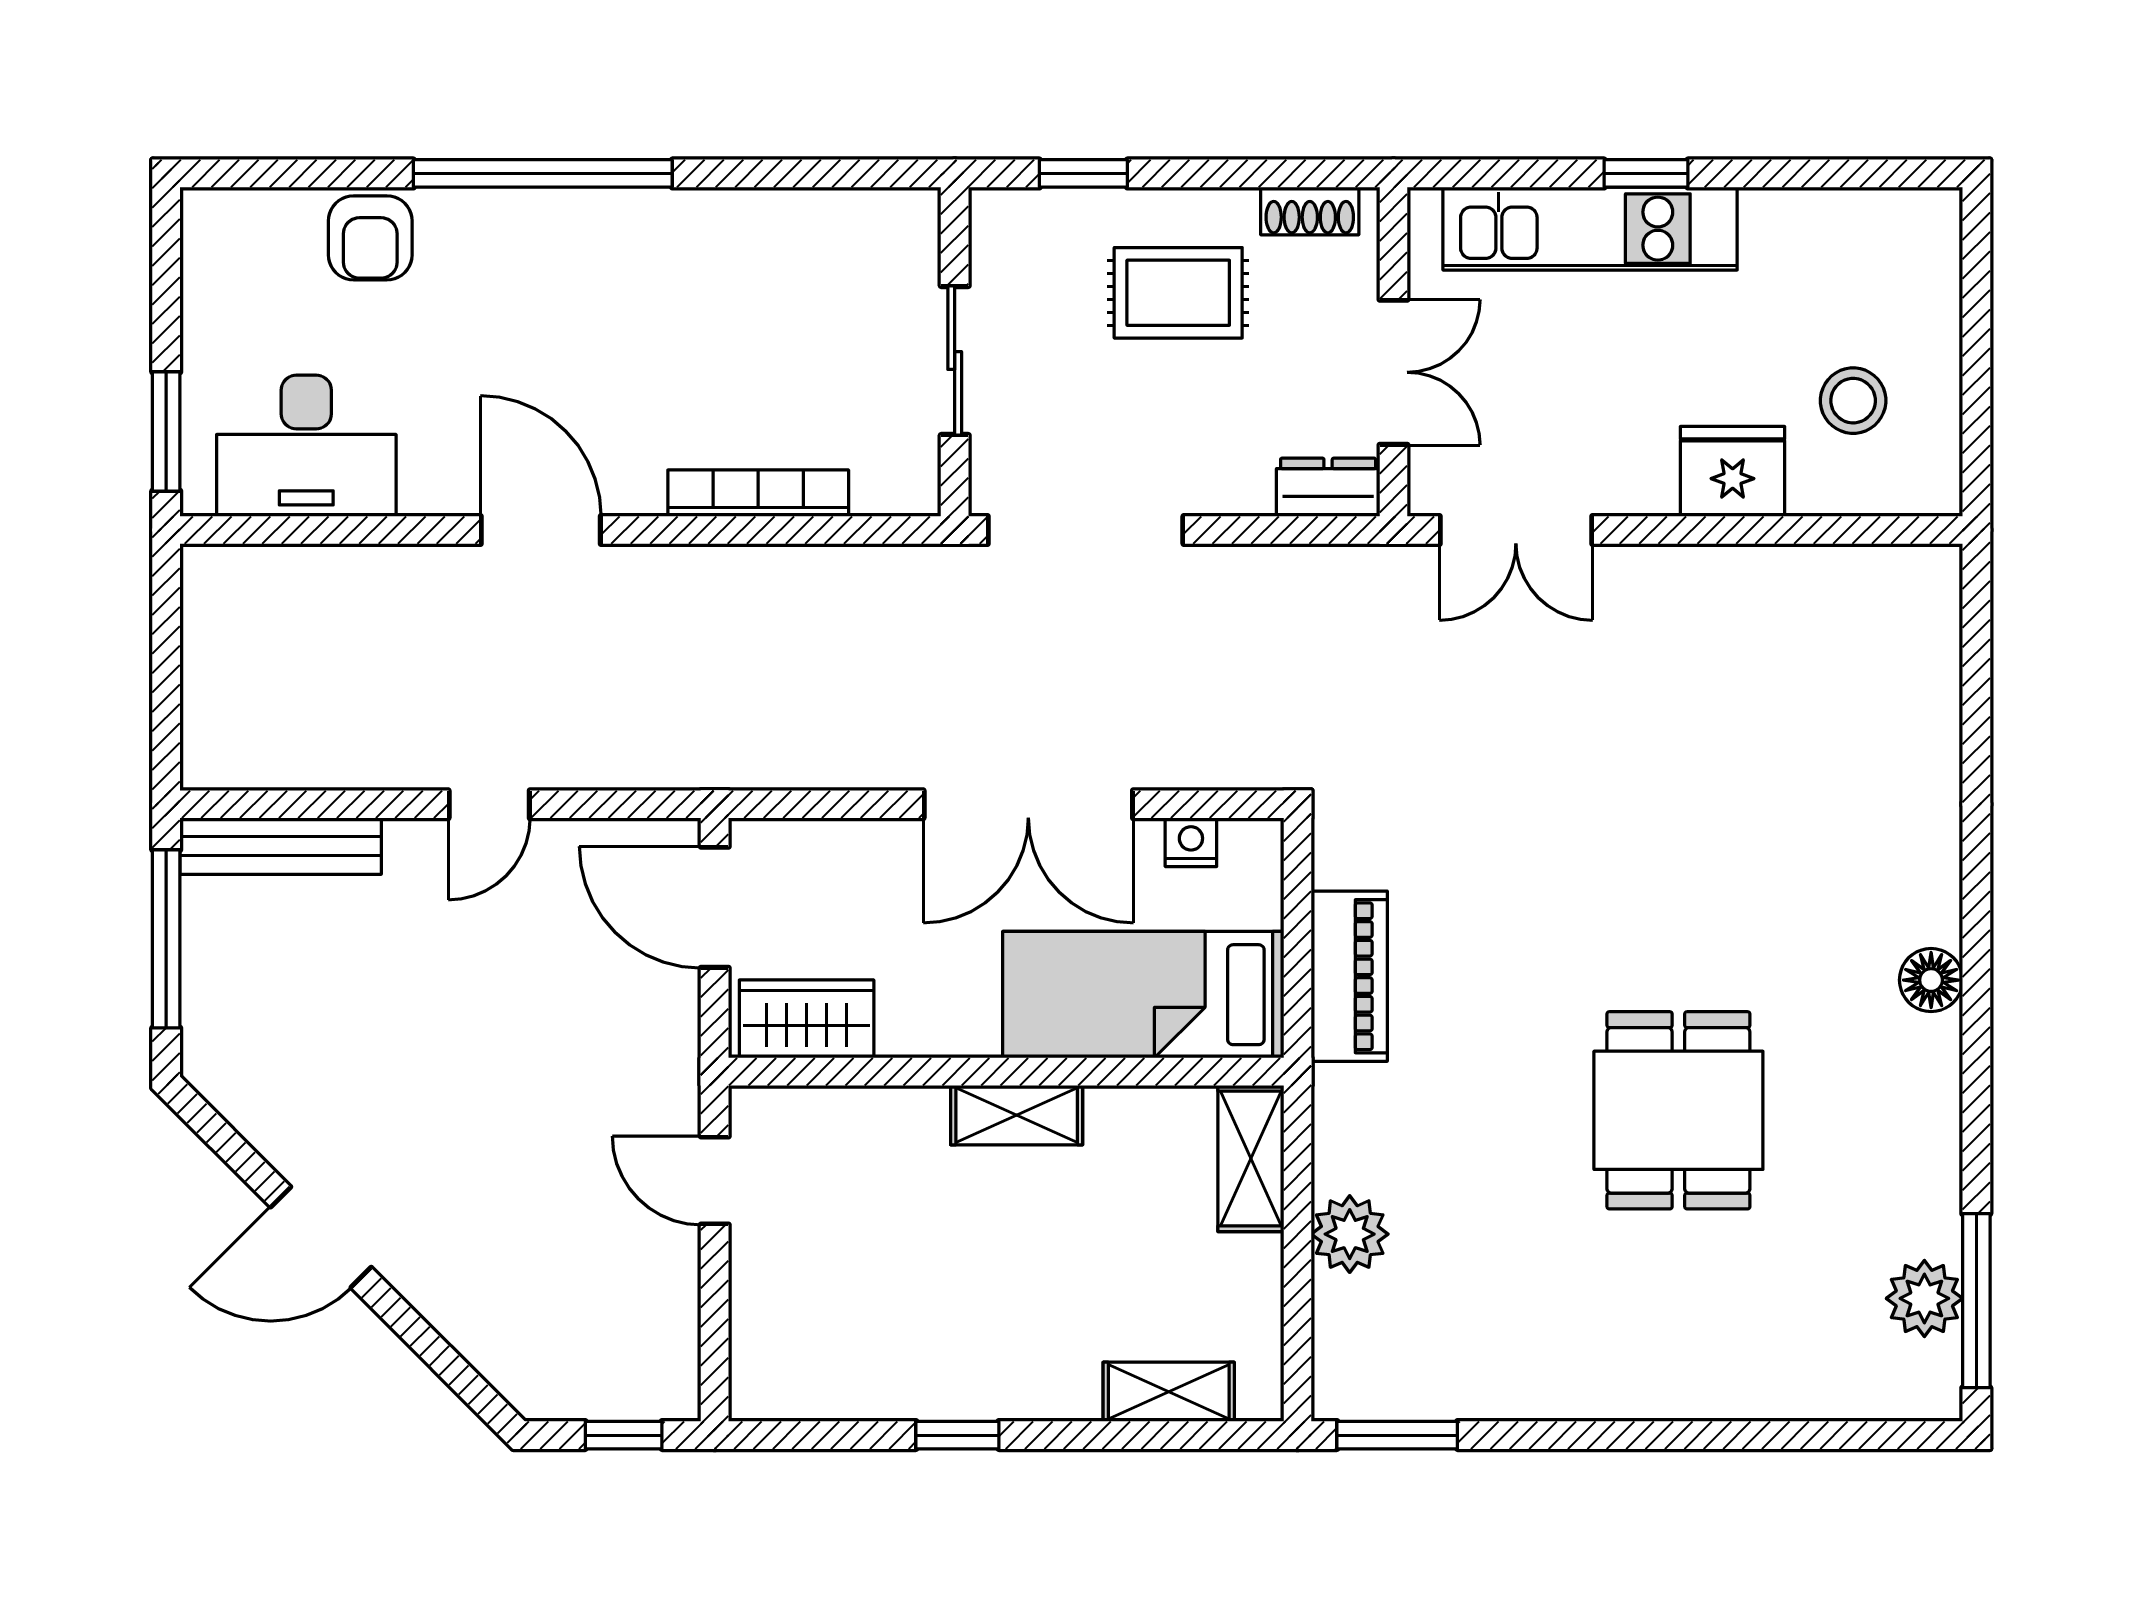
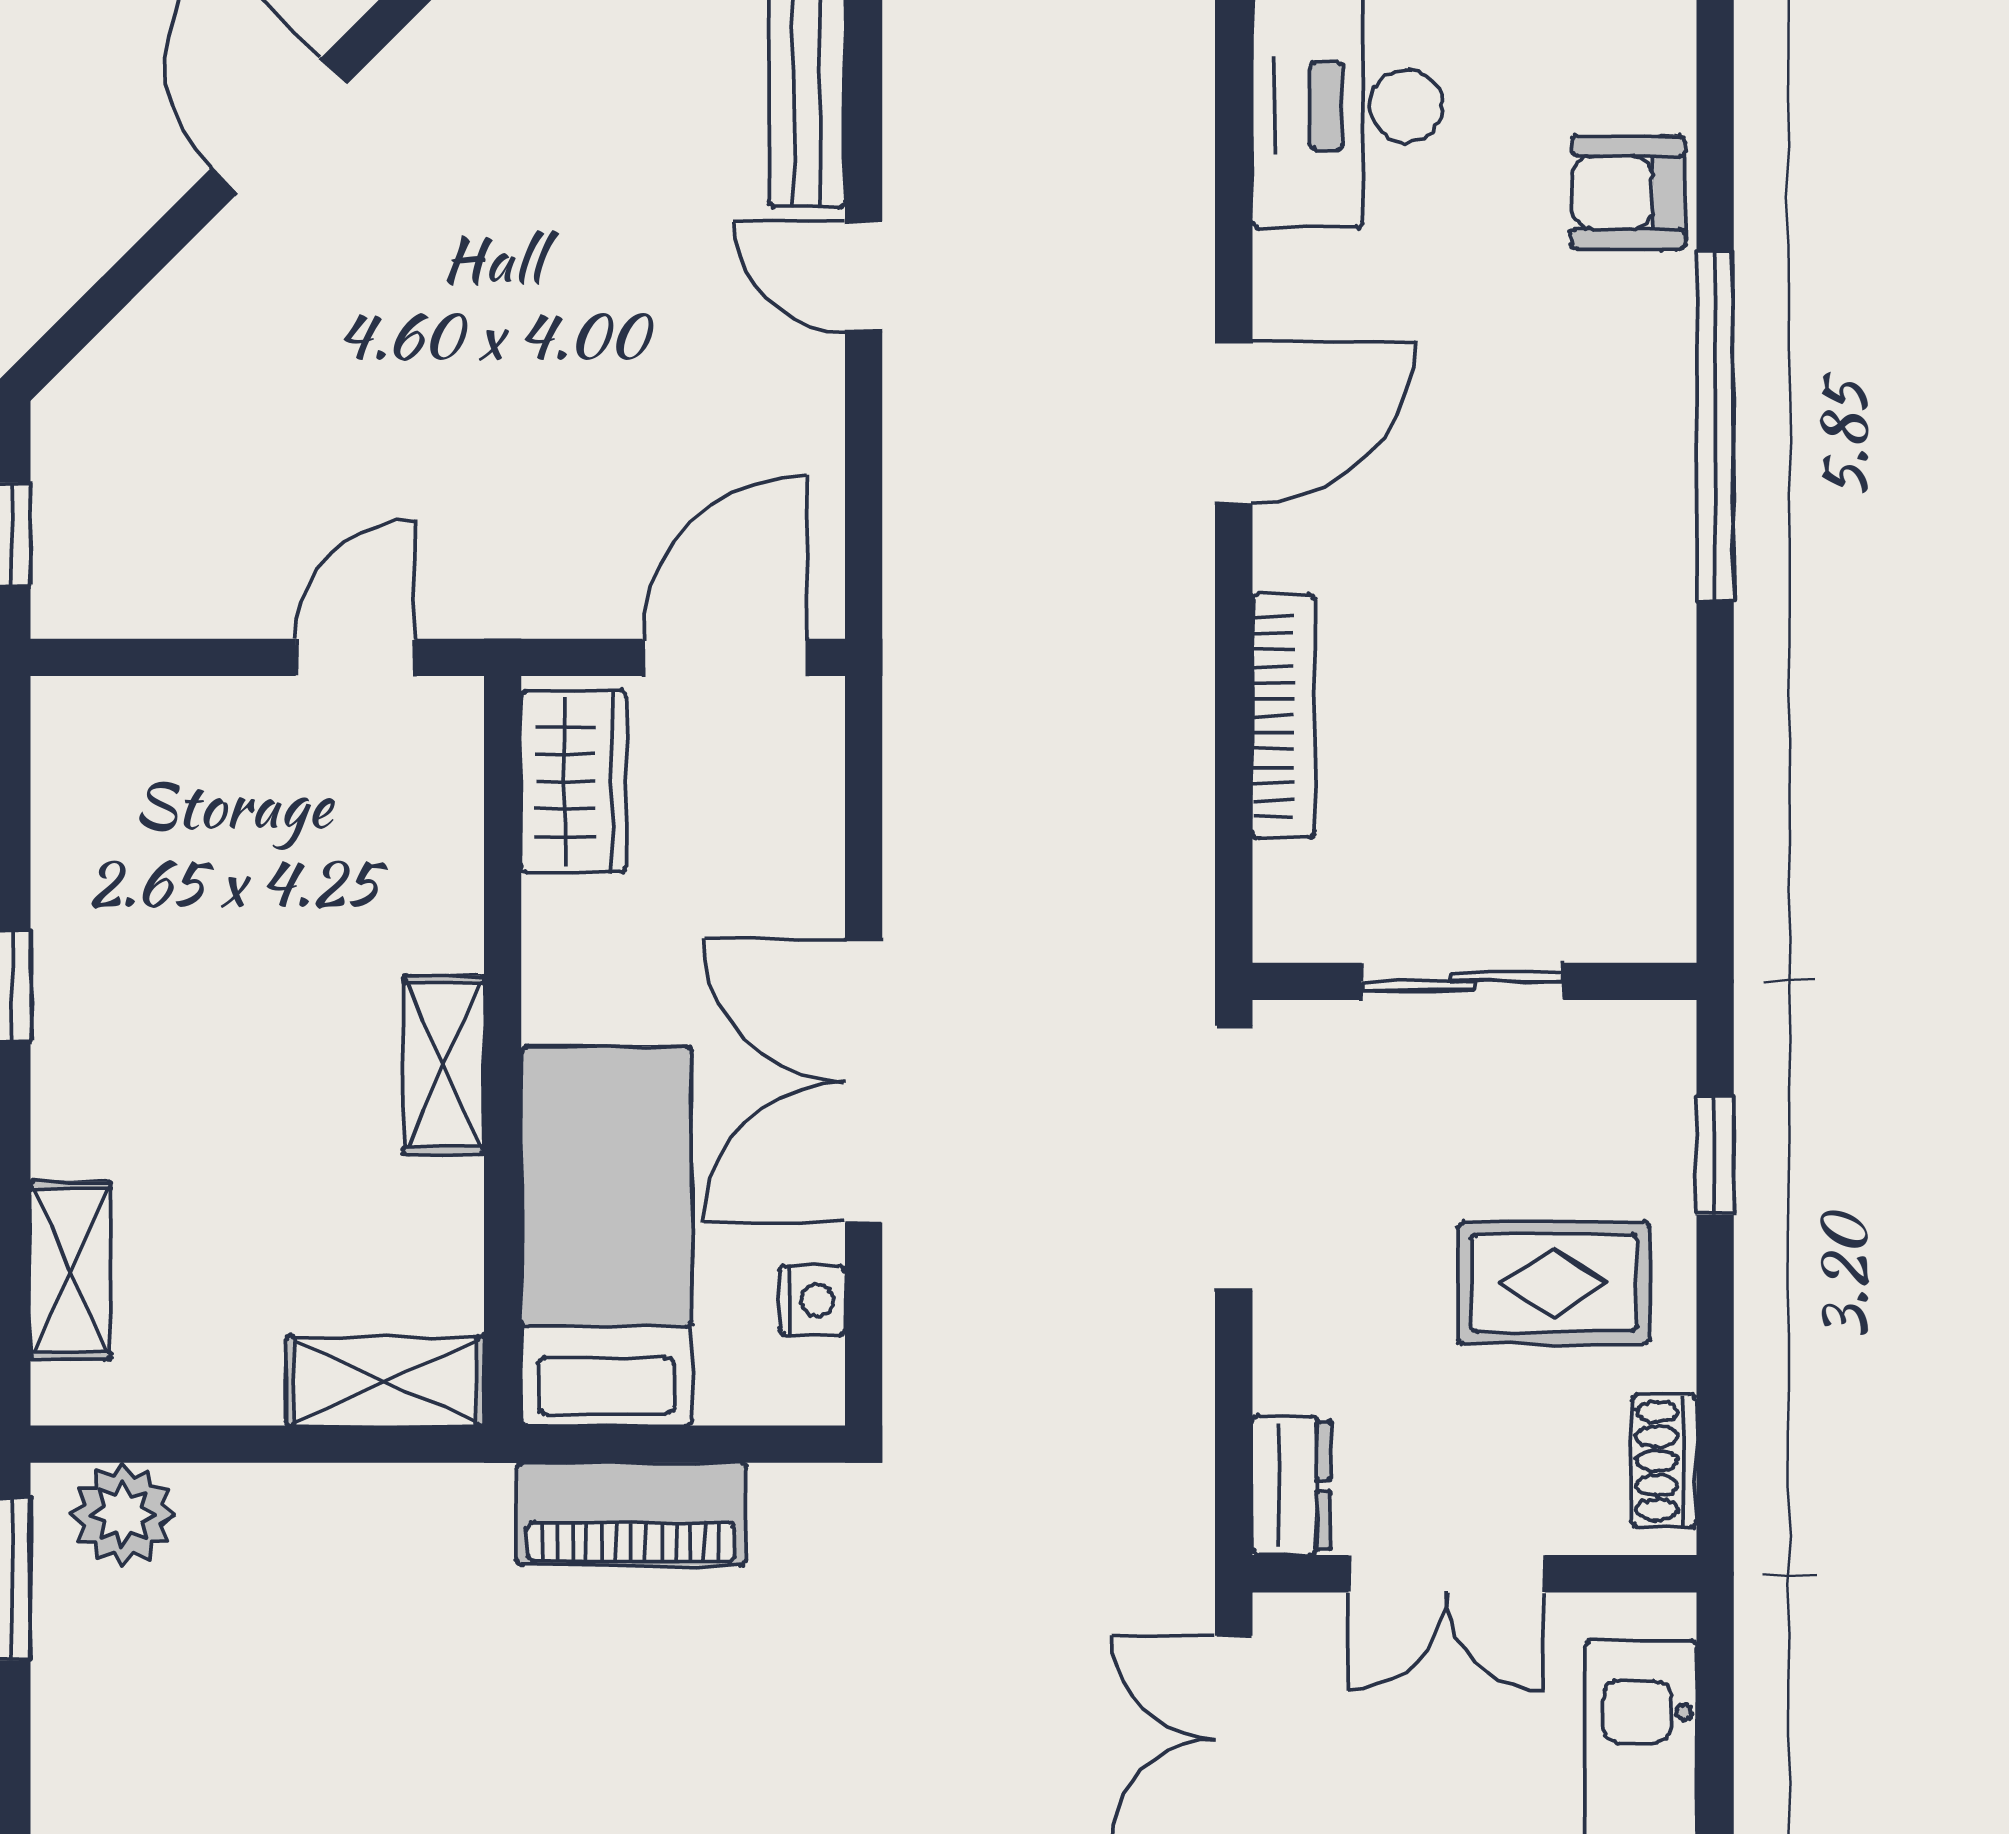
rug: (1178, 293) -> (1554, 1283), turned 90
door: (489, 804) -> (864, 276), moved
plant: (1350, 1234) -> (123, 1515), moved

